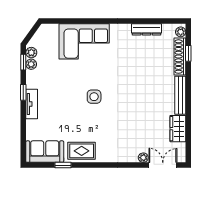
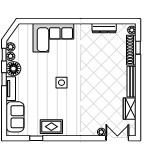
floor lamp: (35, 79) -> (13, 69), added
sofa: (45, 152) -> (15, 117), moved, turned 90

